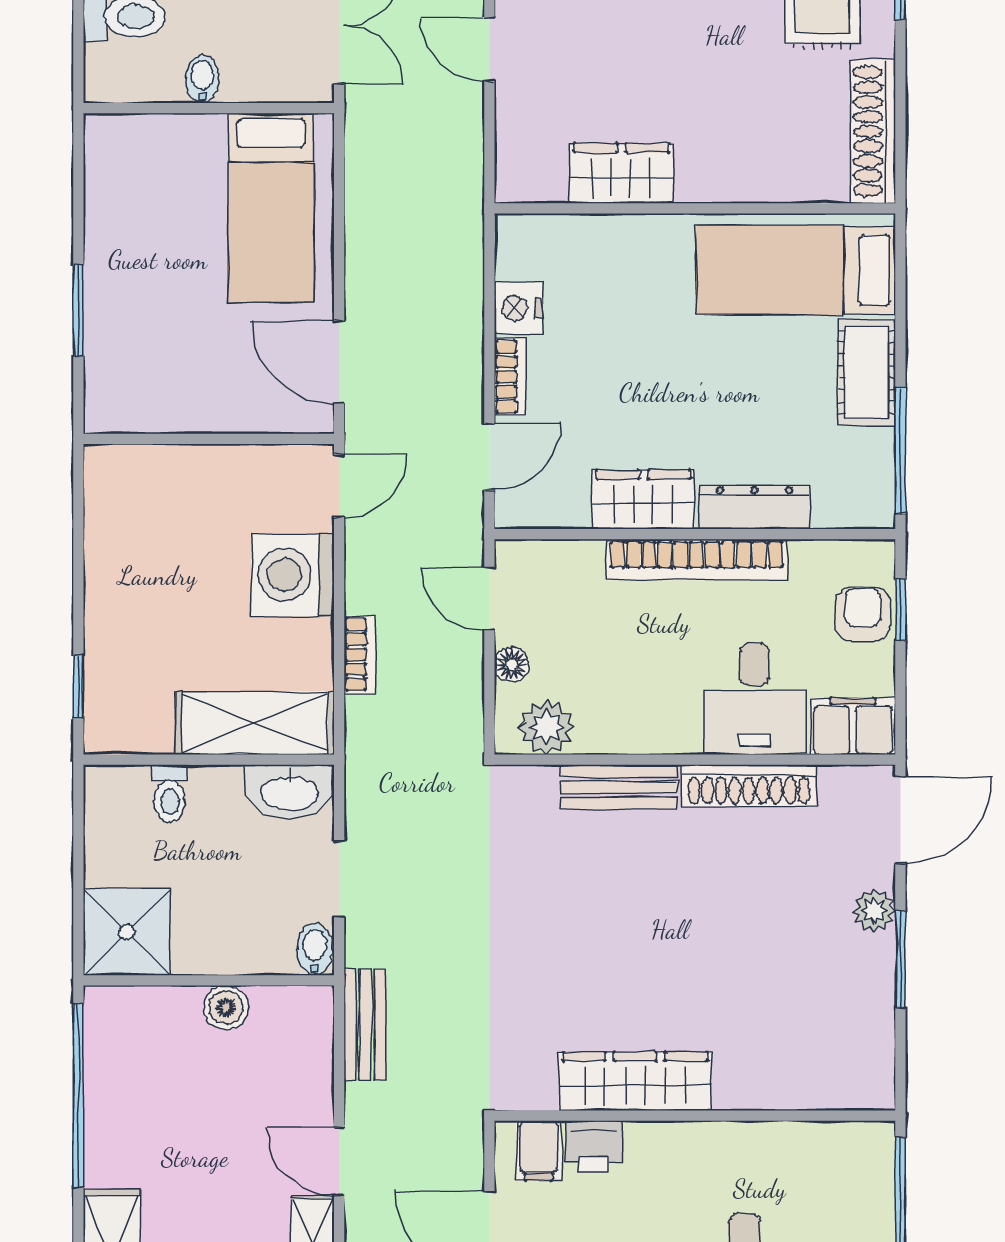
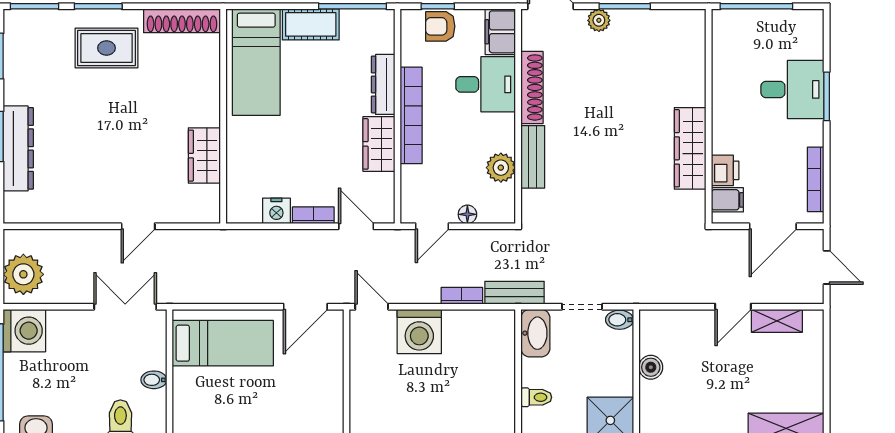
shelving: (255, 723) -> (499, 352), removed
plant: (546, 727) -> (501, 168), moved
bench: (365, 1025) -> (515, 293), moved

